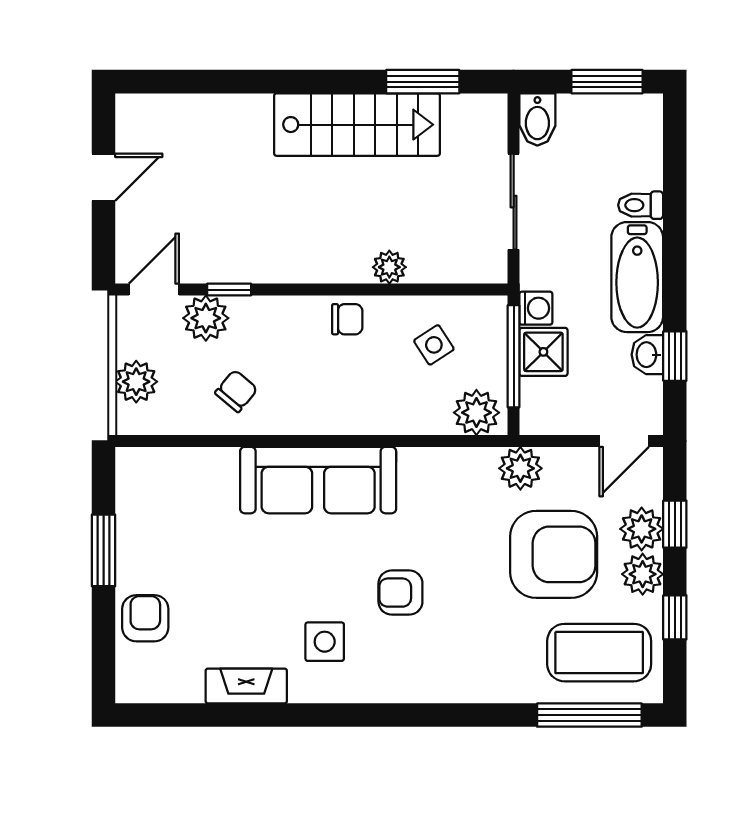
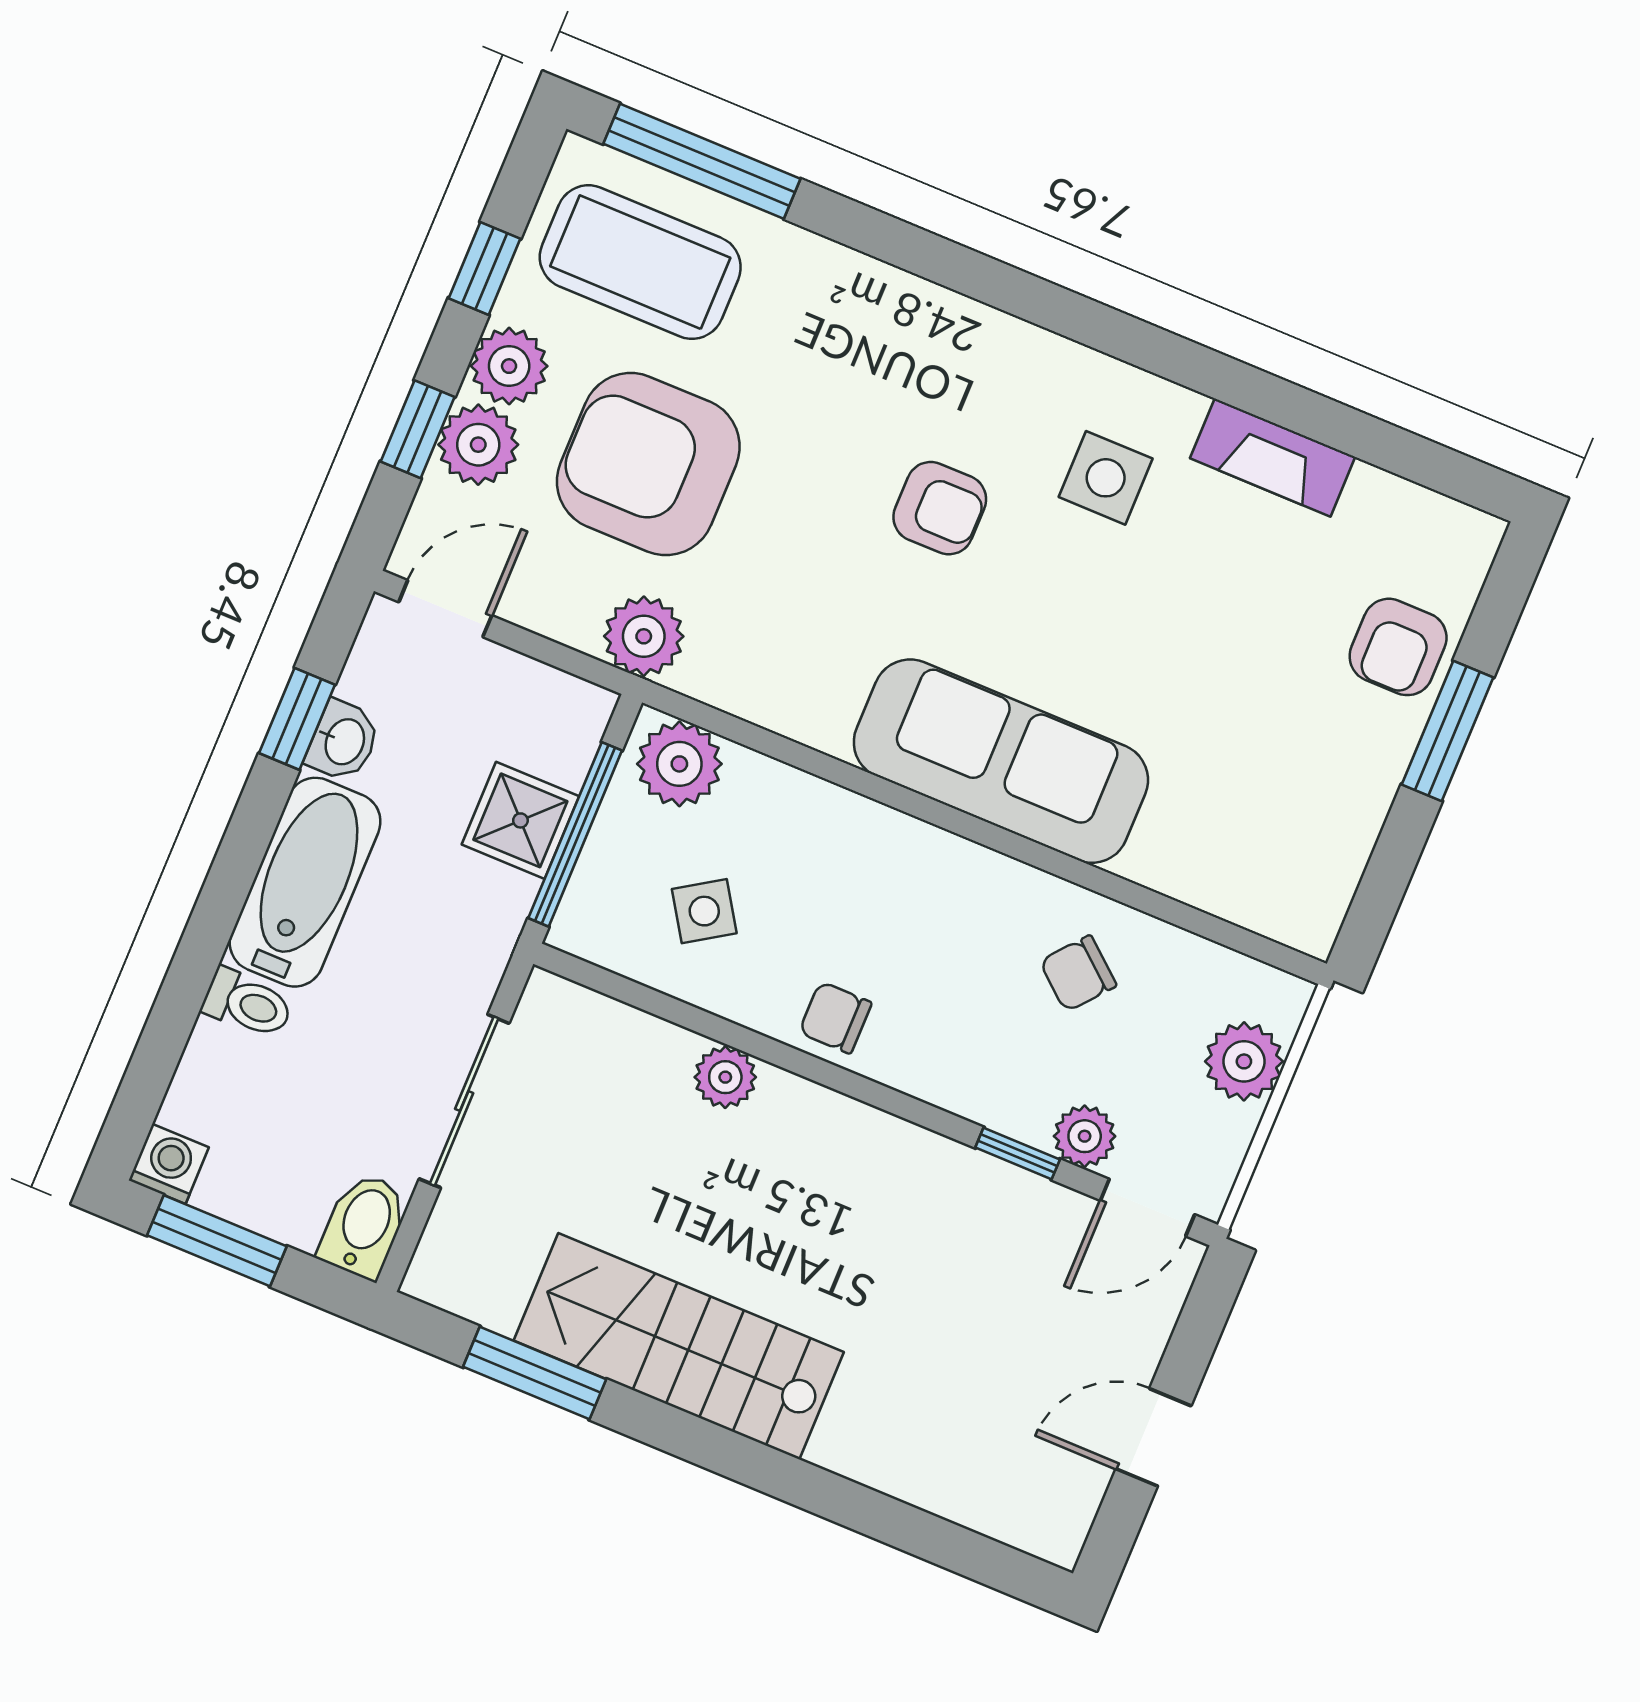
washing machine: (536, 308) -> (169, 1164), moved, turned 90
plant: (206, 318) -> (1085, 1136), width x0.73, depth x0.73
window: (104, 550) -> (1448, 731), moved

